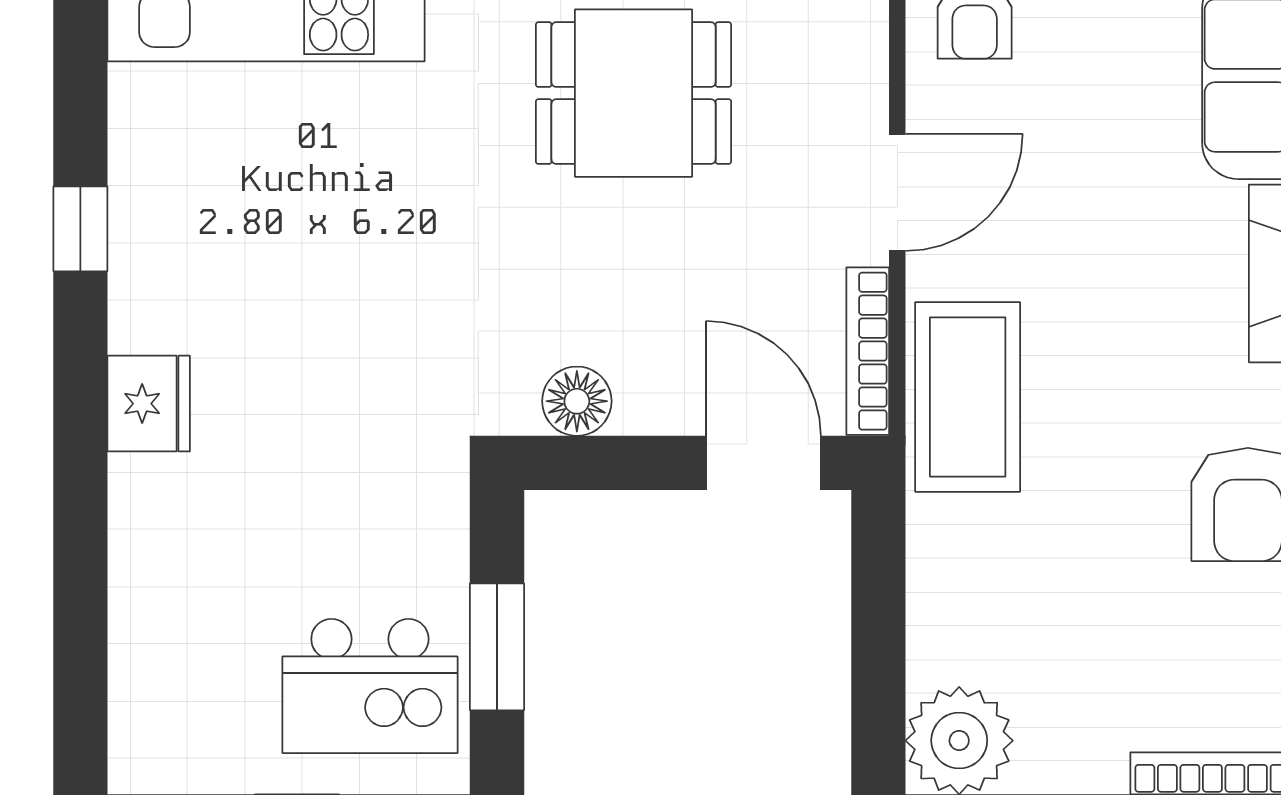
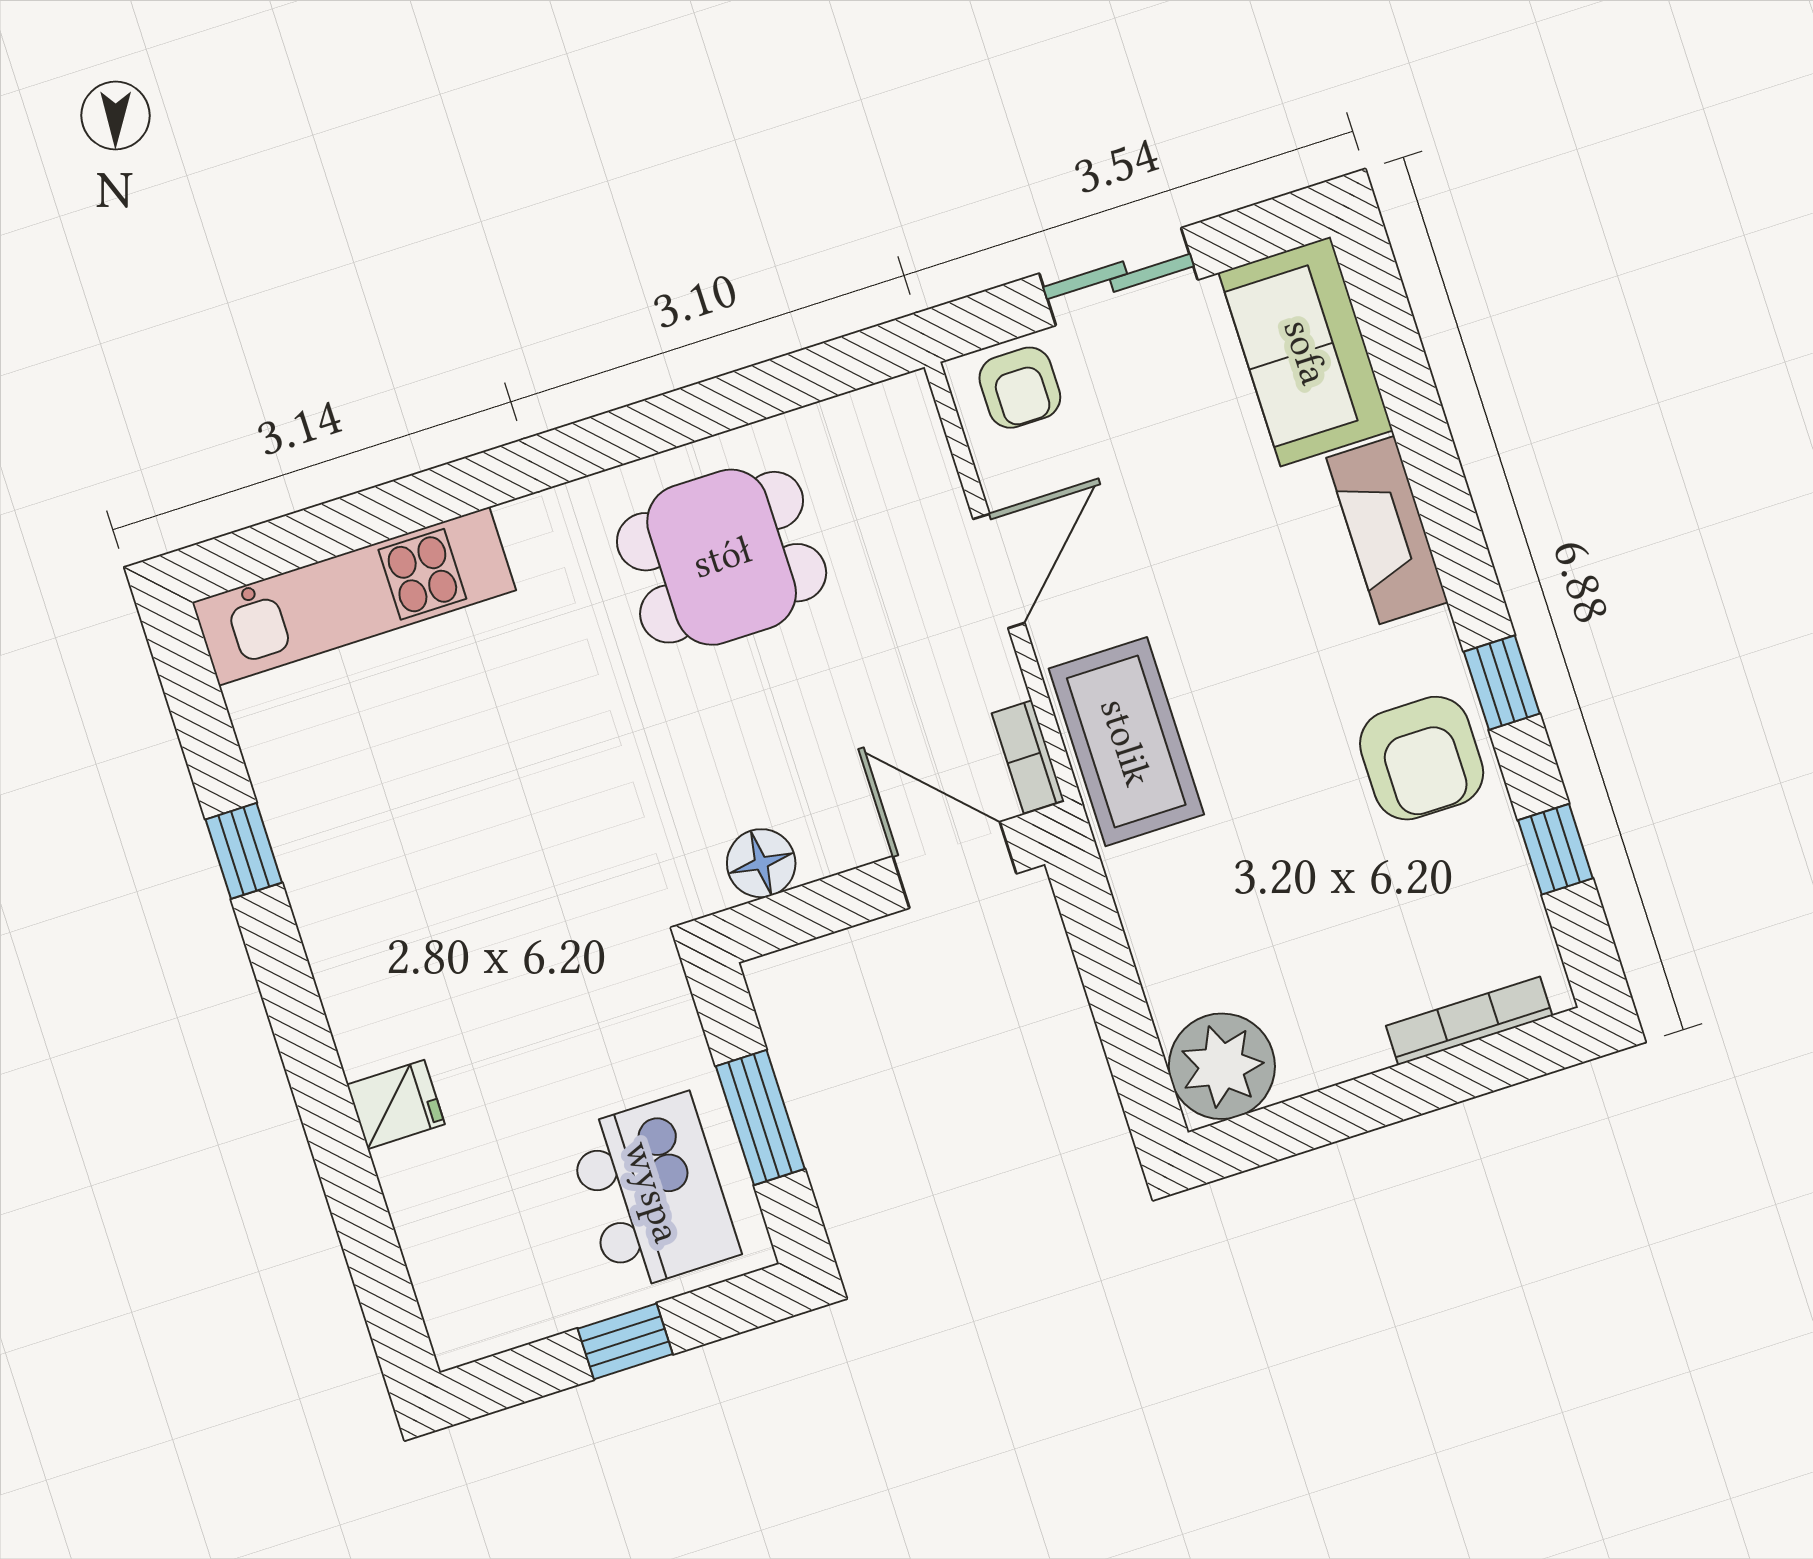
bookcase: (868, 351) -> (1028, 757), width x0.64
fridge: (149, 404) -> (396, 1104), moved, width x0.72
kitchen island: (370, 686) -> (653, 1192), turned -90

